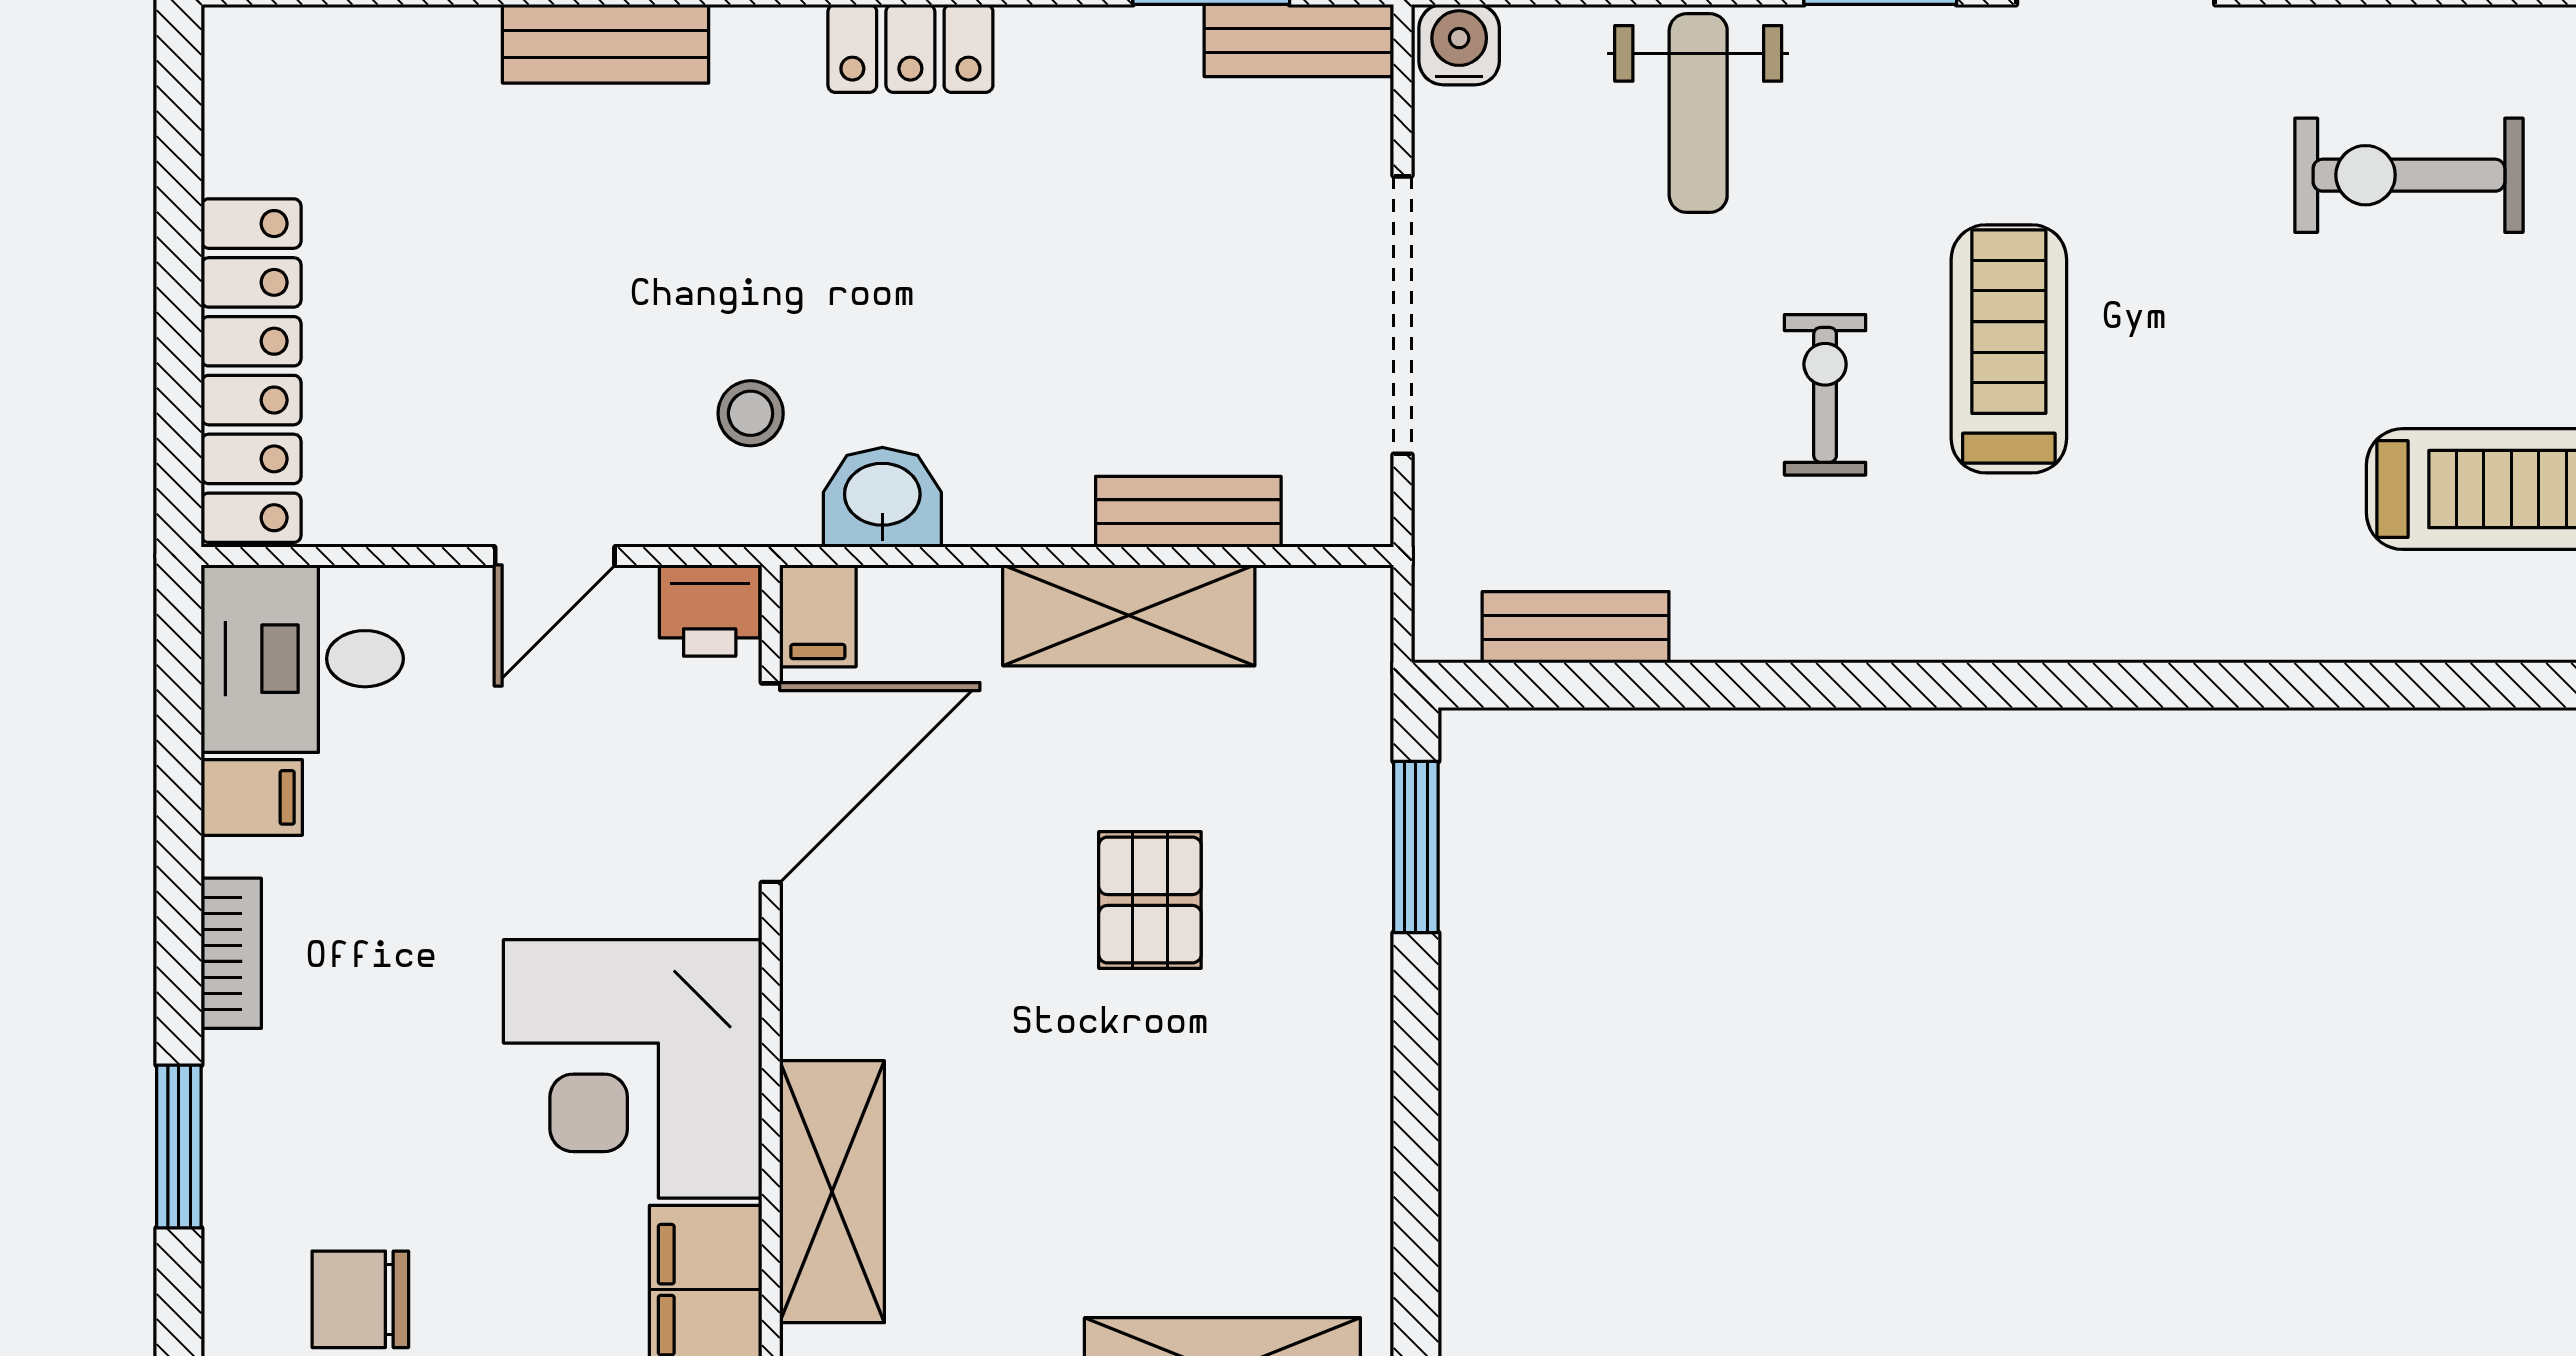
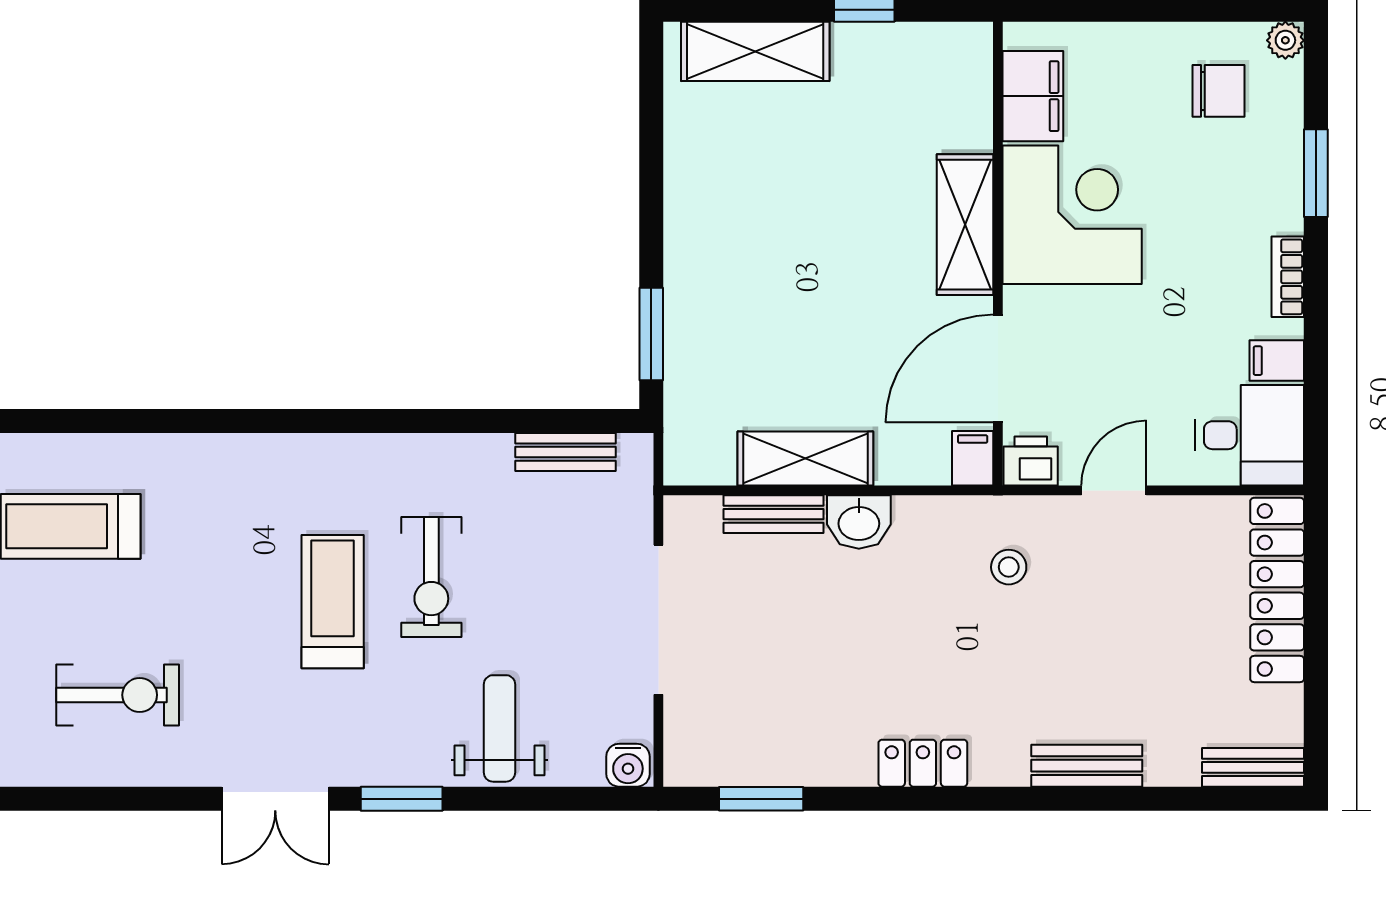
bench: (1299, 40) -> (1253, 767), moved
treadmill: (2009, 349) -> (333, 602), turned 180
exercise bike: (1825, 395) -> (431, 577), width x1.38, depth x1.39
washbasin: (882, 497) -> (859, 522), moved
pallet: (1150, 900) -> (794, 306), removed
shelving: (832, 1192) -> (965, 225), moved

